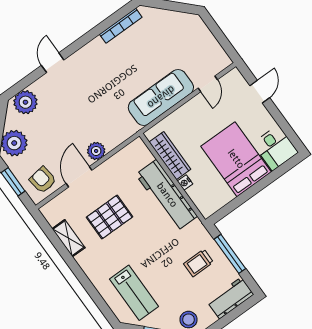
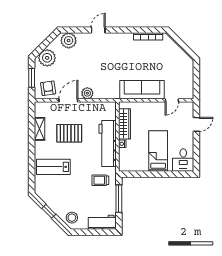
bed: (236, 159) -> (158, 151), width x0.67
trolley: (198, 263) -> (100, 180), moved
lab bench: (134, 293) -> (53, 167), moved, turned 90

